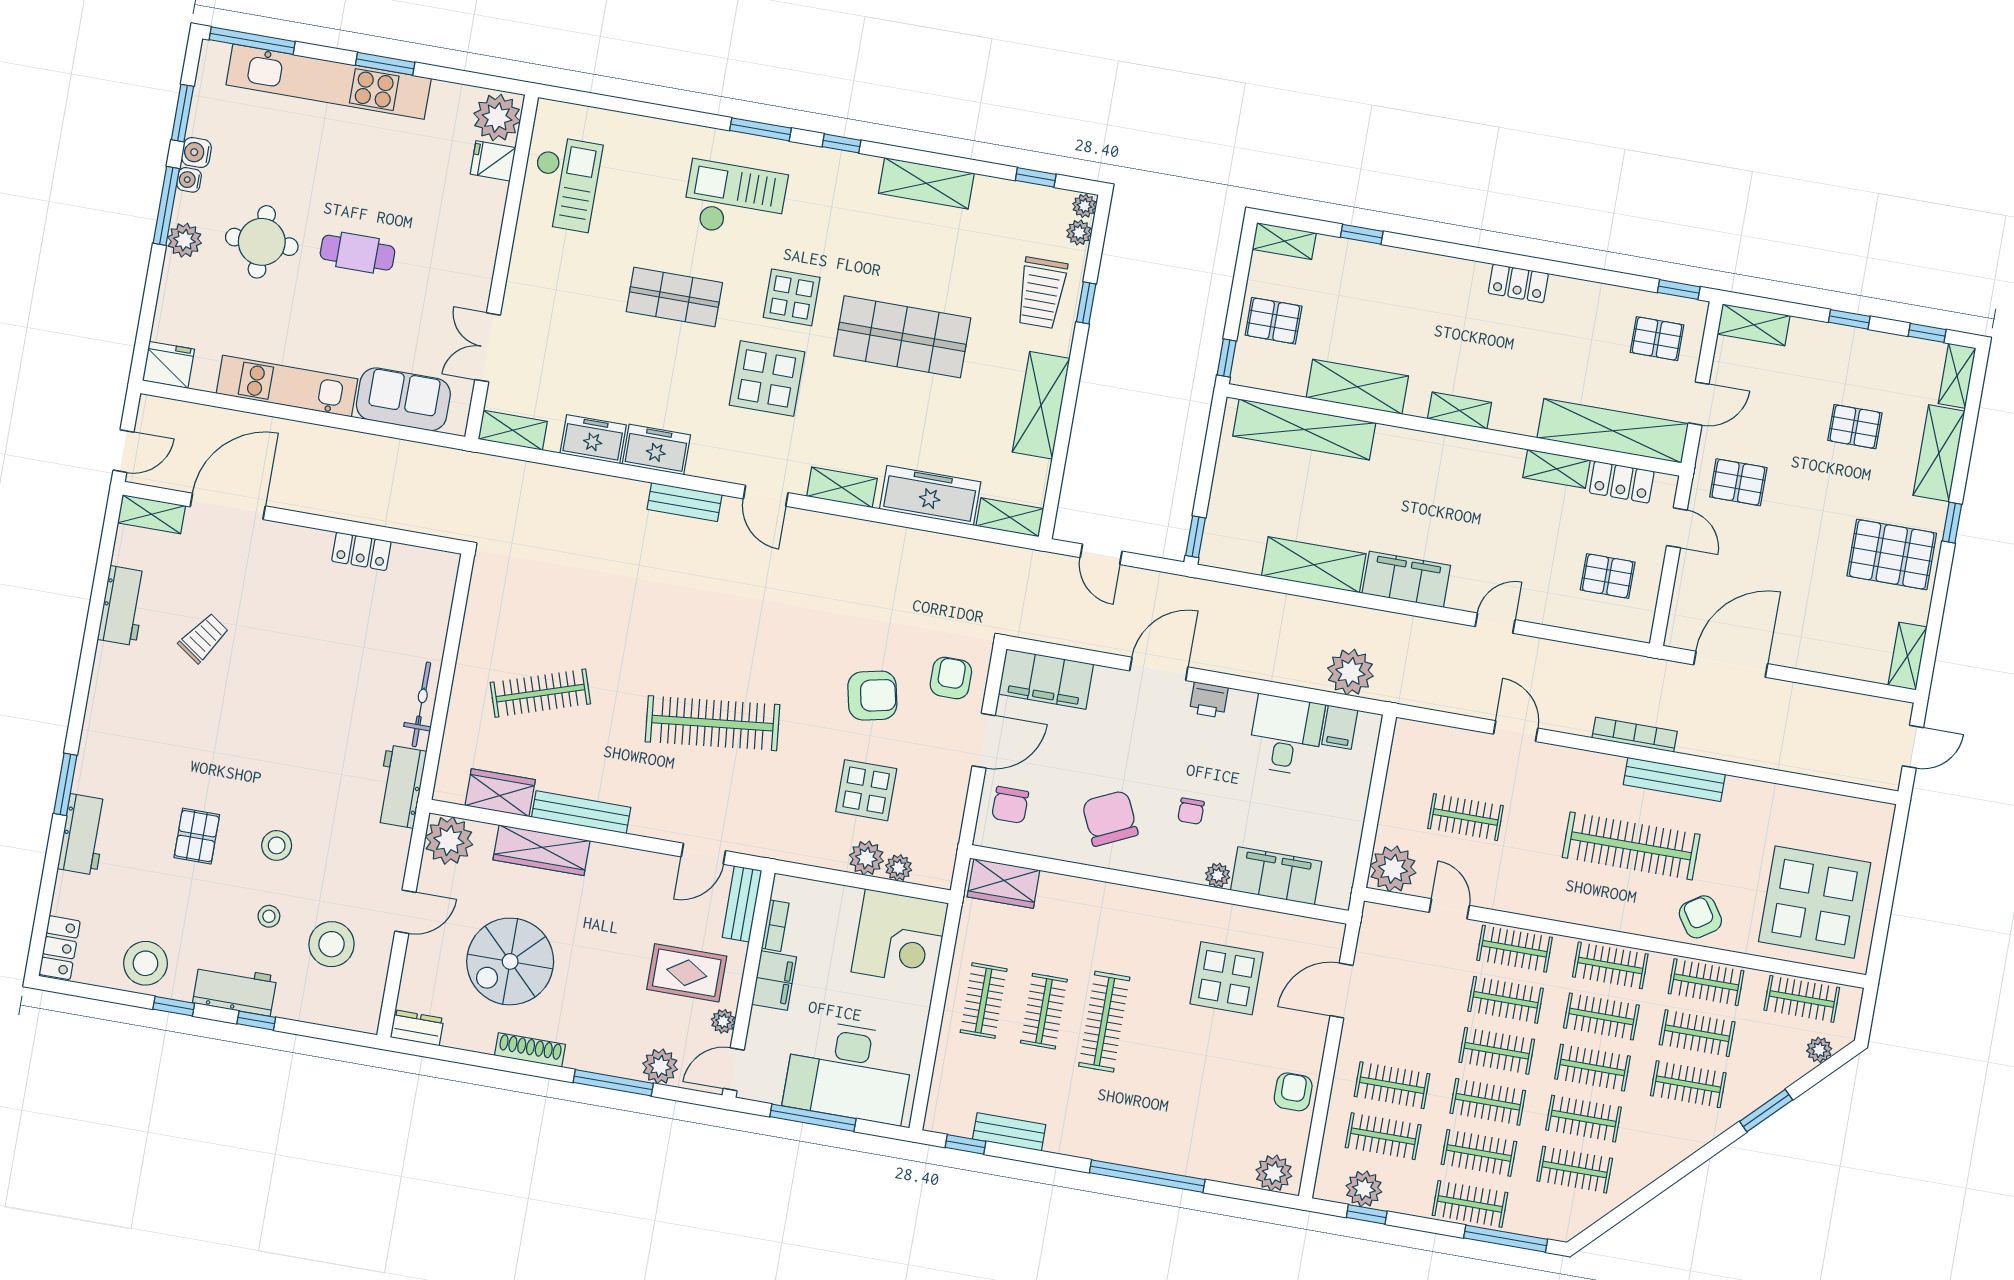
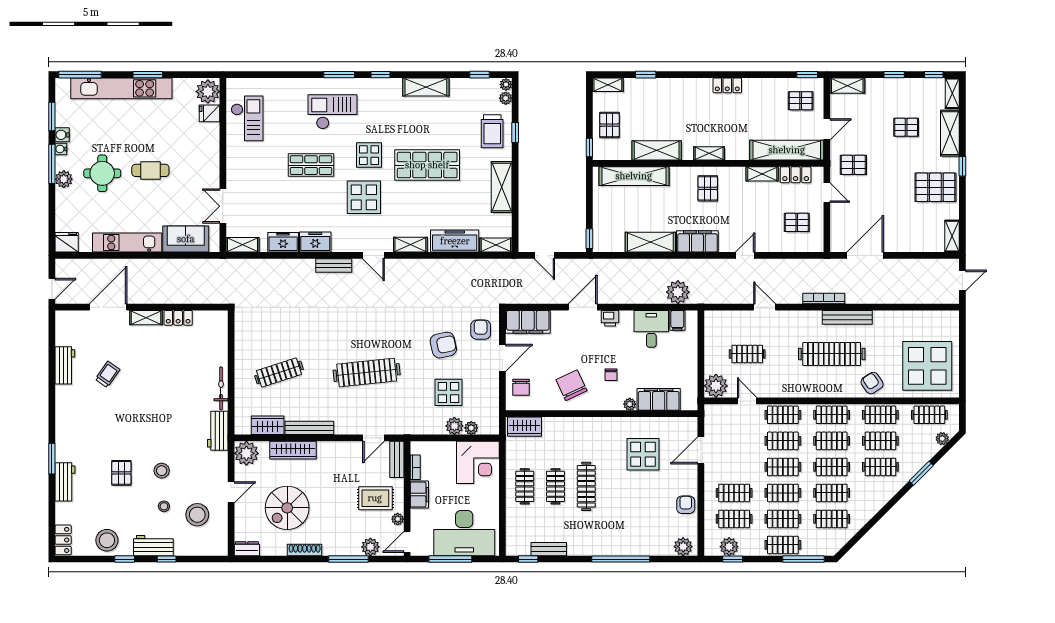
pallet: (1274, 321) -> (609, 125), turned 90
pallet: (1445, 479) -> (708, 188), added
shelving: (152, 514) -> (146, 318), moved

